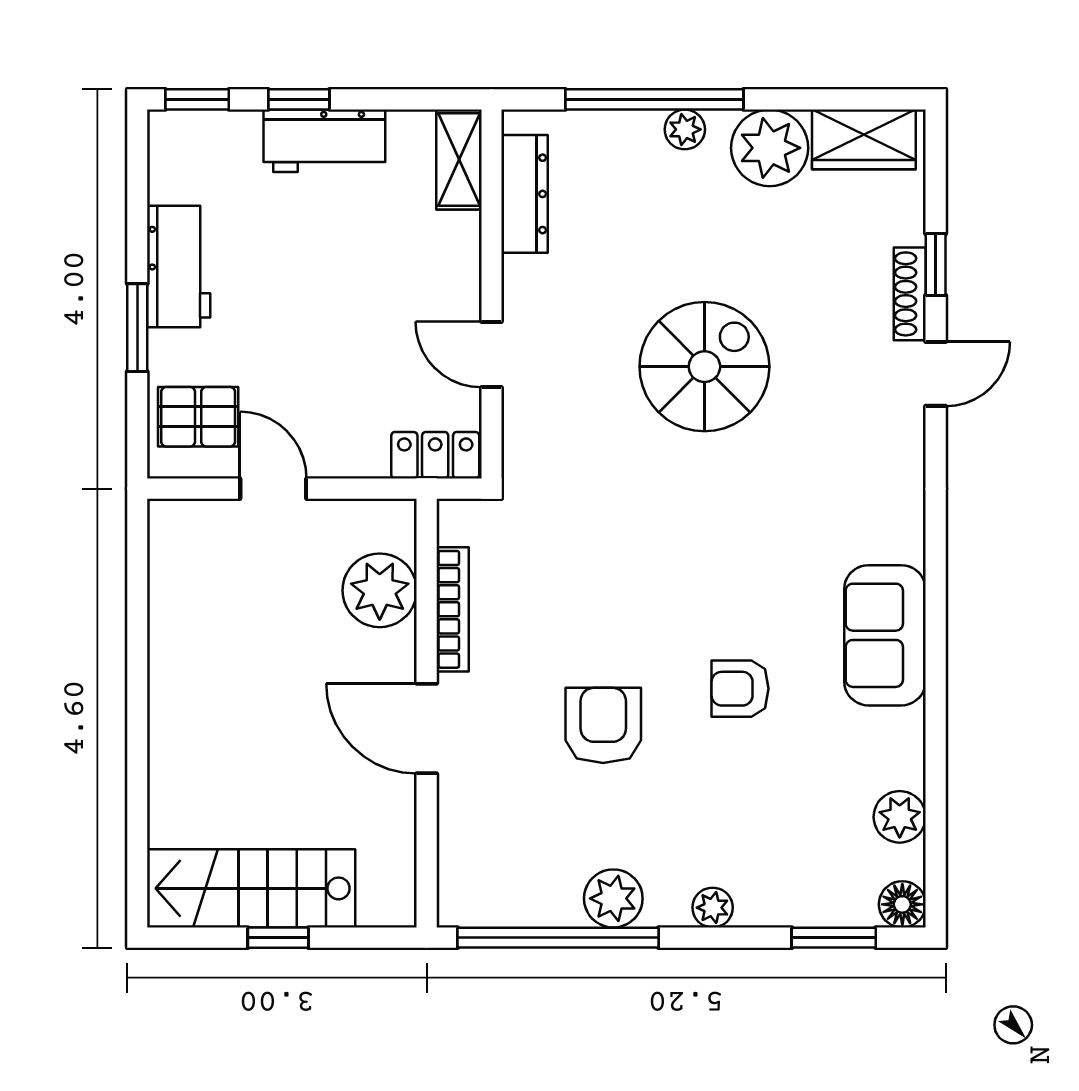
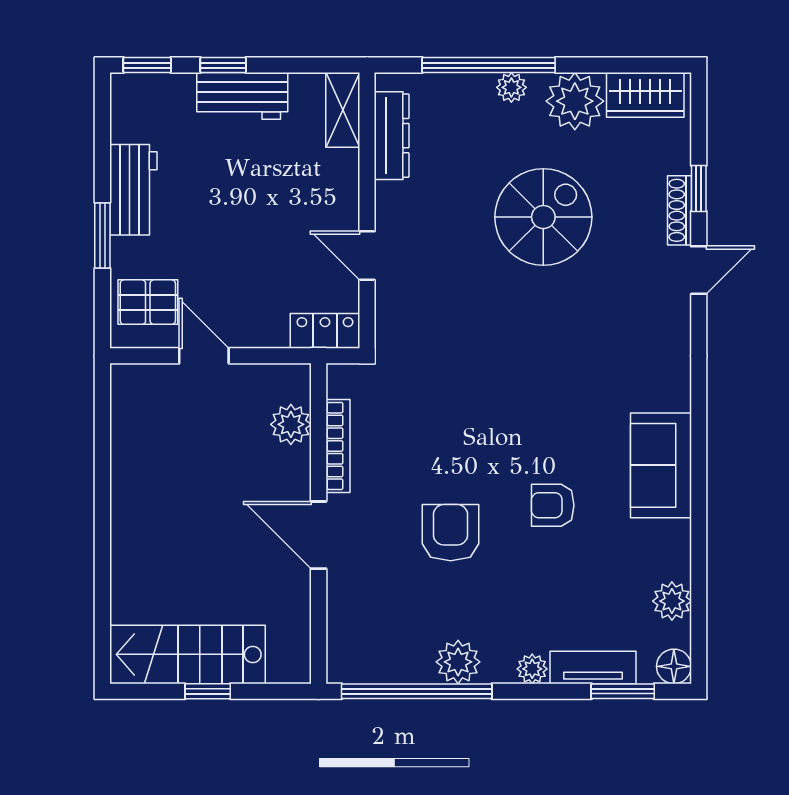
spiral stairs: (704, 367) -> (543, 217), moved
plant: (380, 590) -> (291, 424), width x0.73, depth x0.73
tv unit: (794, 906) -> (593, 667), added

